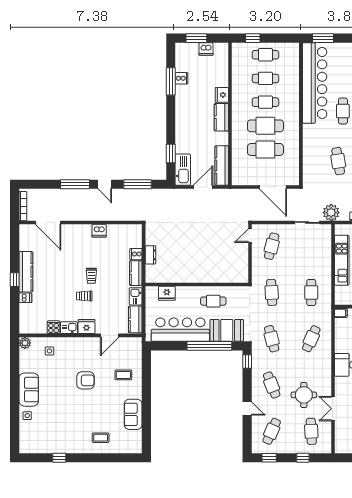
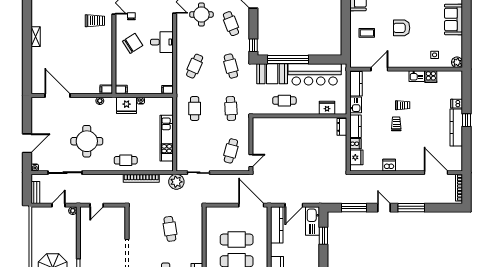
door: (273, 187) -> (251, 205), moved
dresser: (150, 255) -> (342, 127), moved
fridge: (86, 327) -> (356, 157), moved, turned -90

